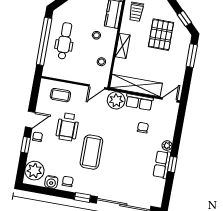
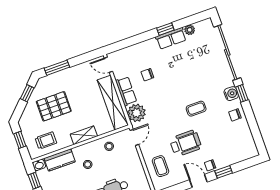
door: (97, 87) -> (134, 137), hinge flipped
plant: (167, 146) -> (190, 30), moved
coffee table: (91, 152) -> (196, 109), width x0.54, depth x0.58
plant: (34, 171) -> (242, 151), removed
water cooler: (51, 182) -> (231, 94), moved

